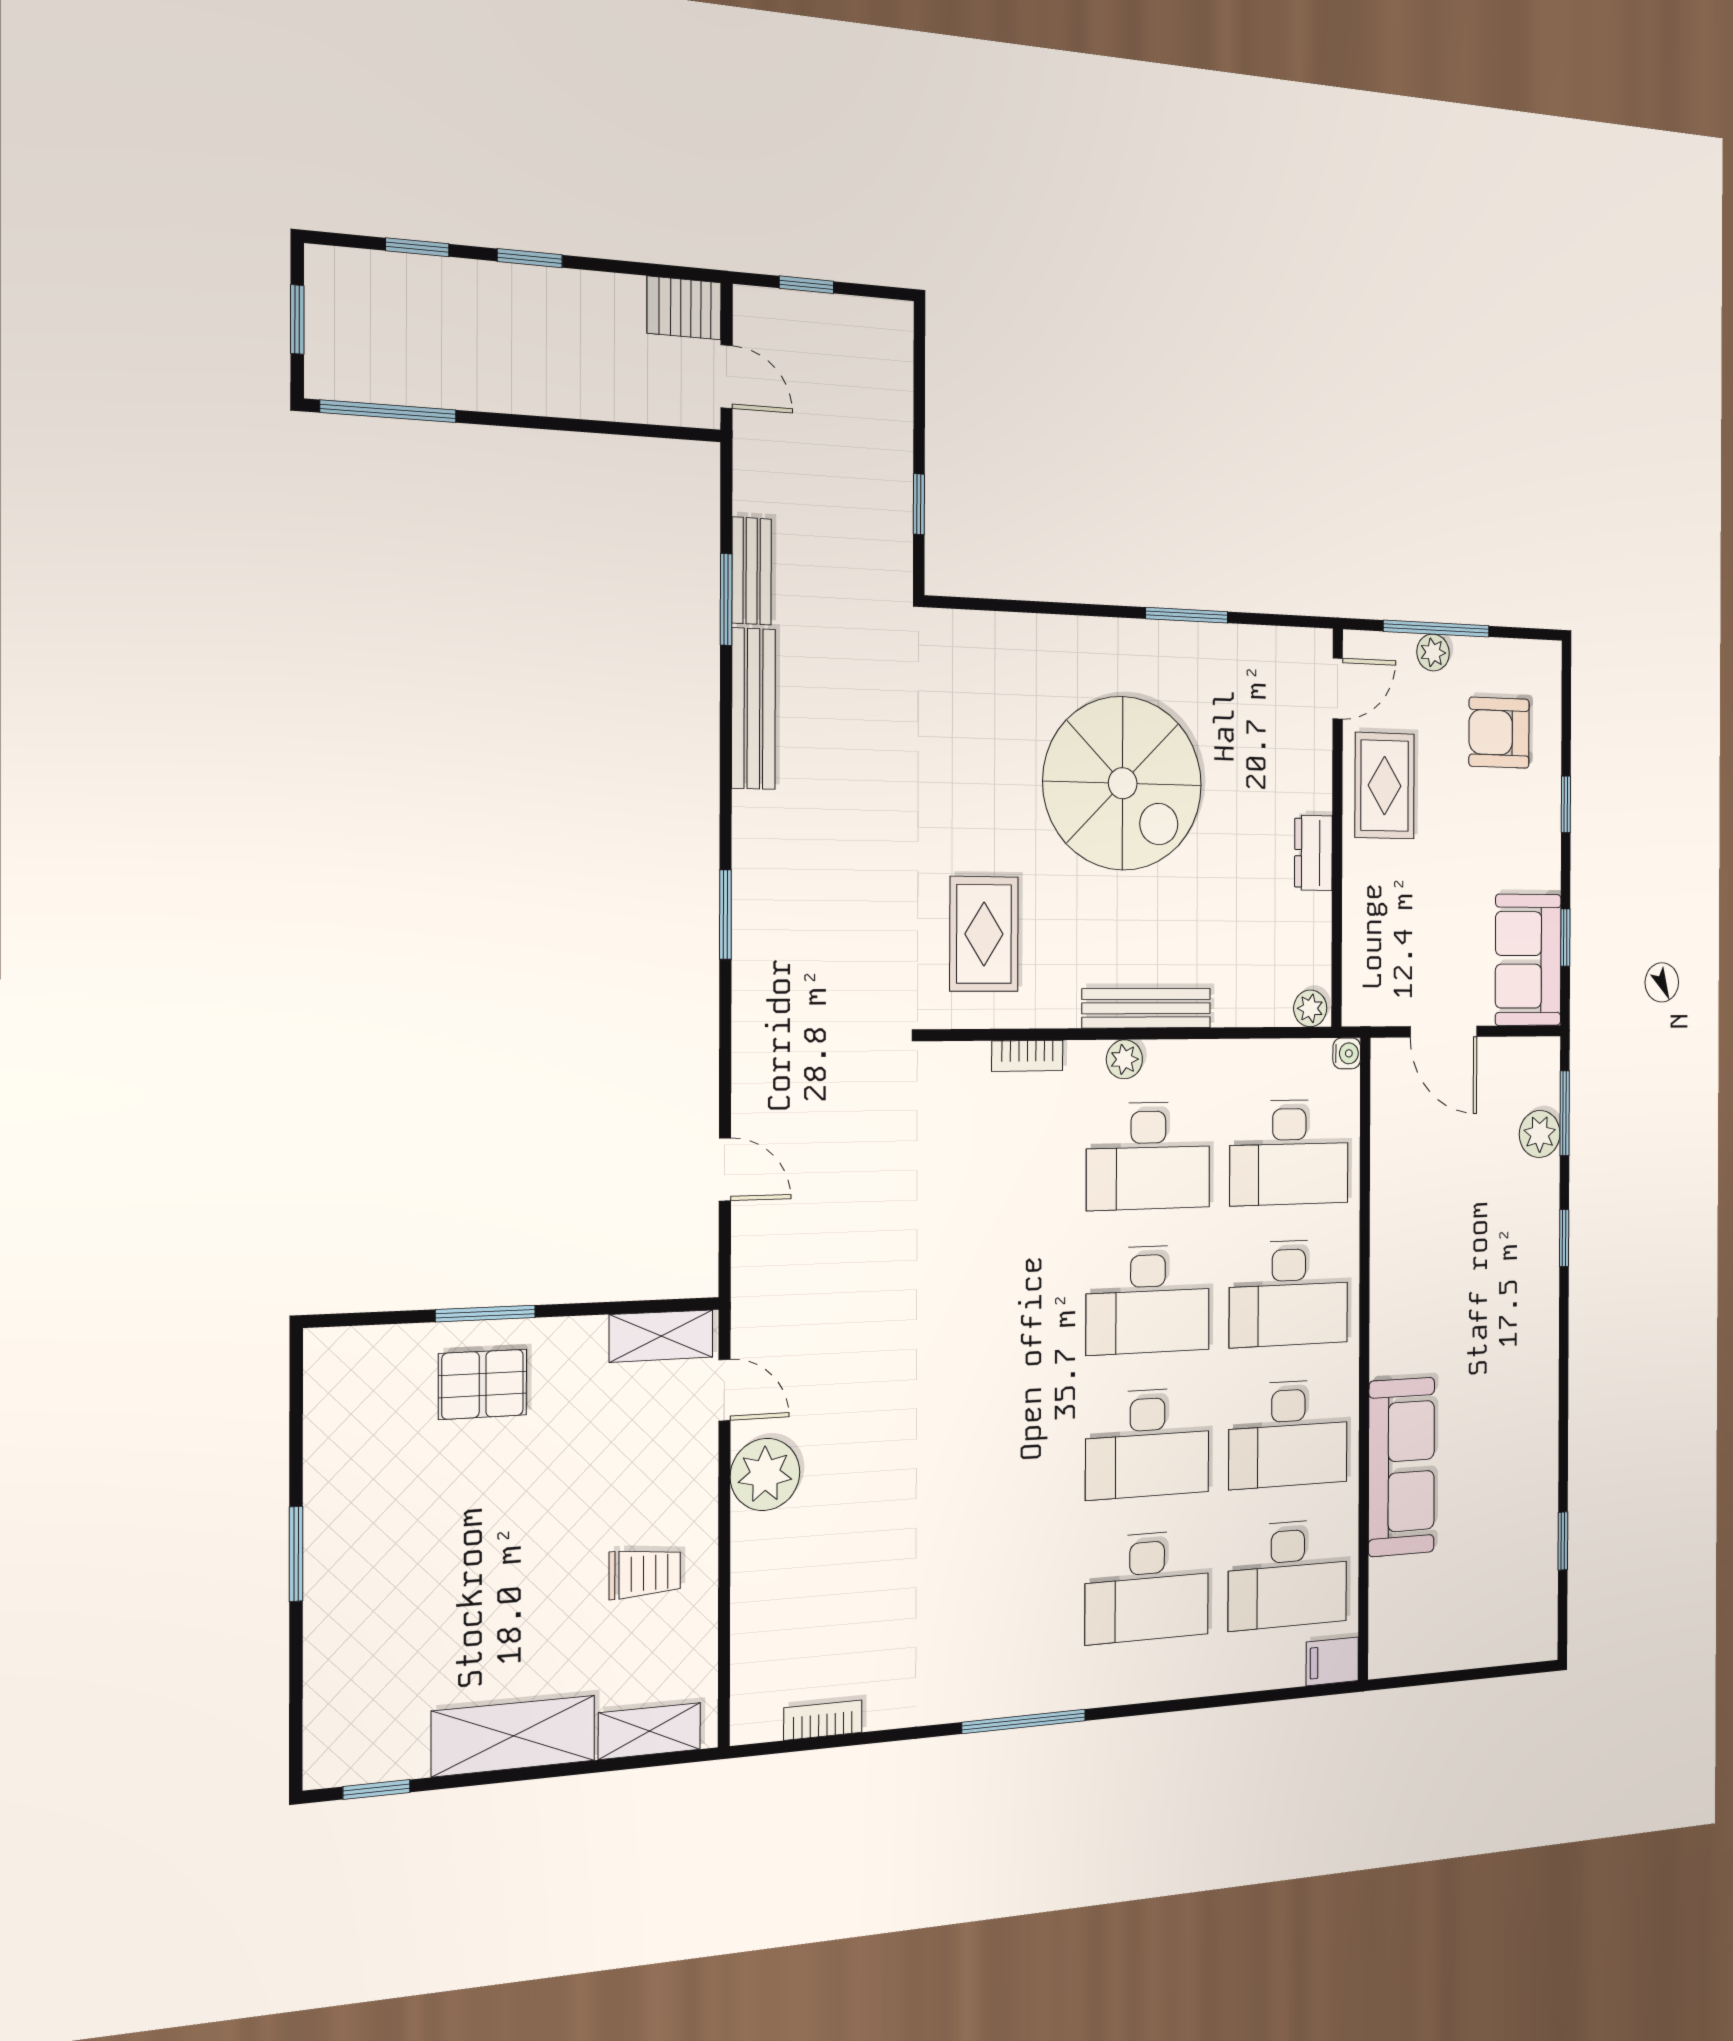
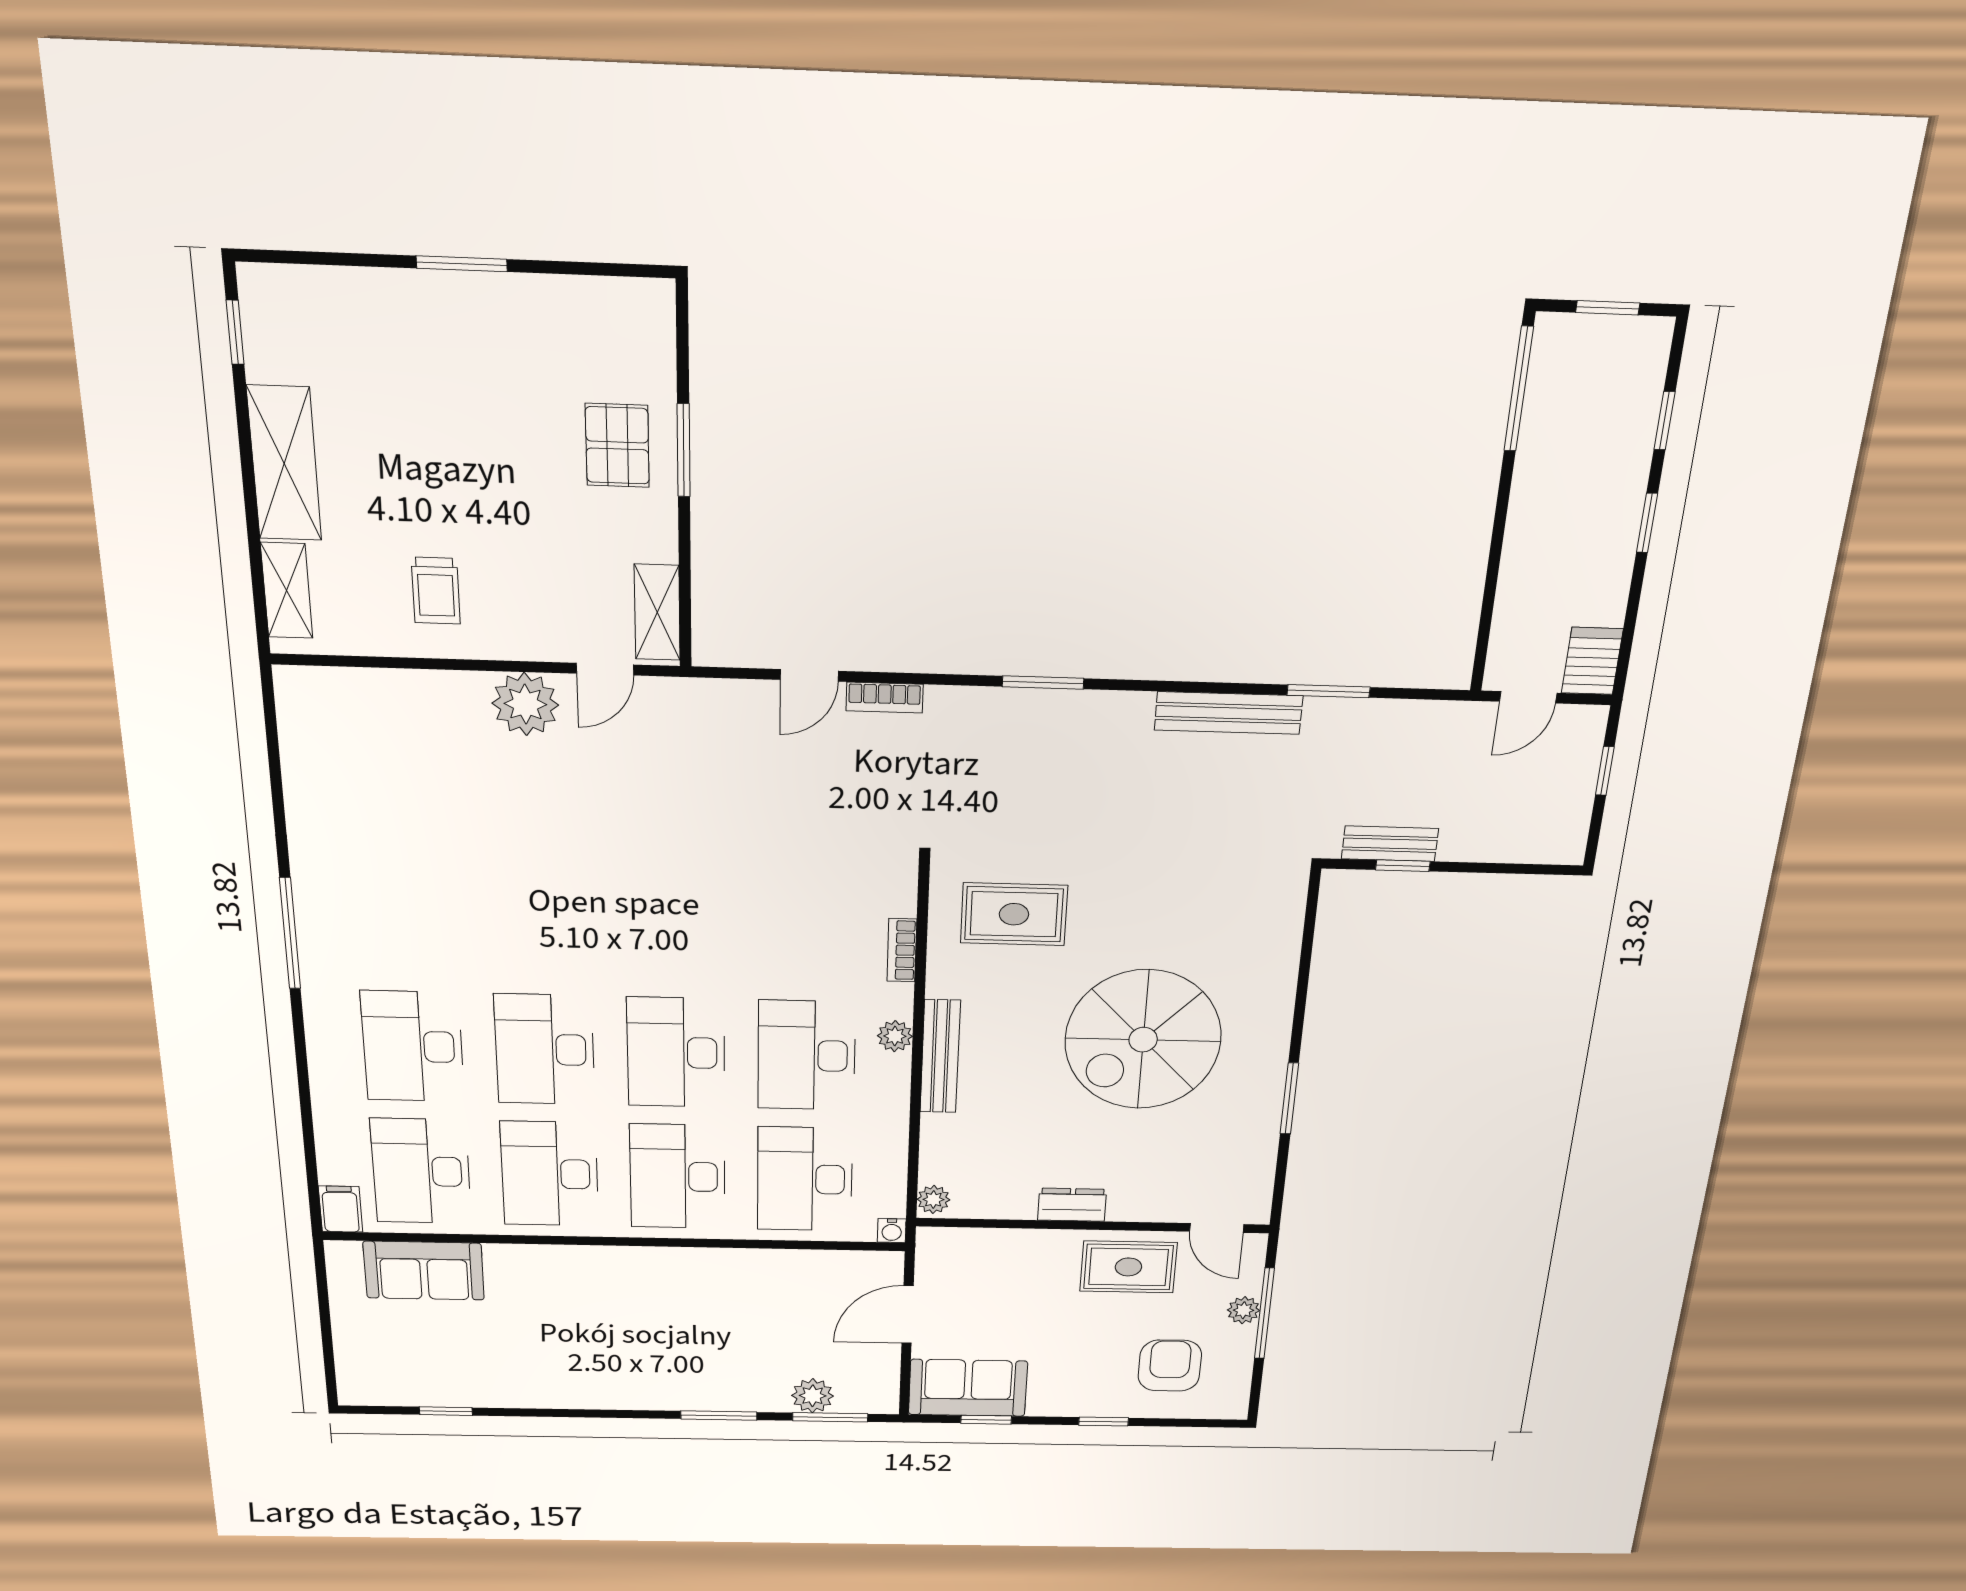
bench: (752, 571) -> (1390, 844), moved
window: (1564, 1238) -> (719, 1415), width x1.50
sofa: (1401, 1467) -> (424, 1271), moved, width x0.73
bookcase: (823, 1720) -> (885, 698), moved, turned 90

